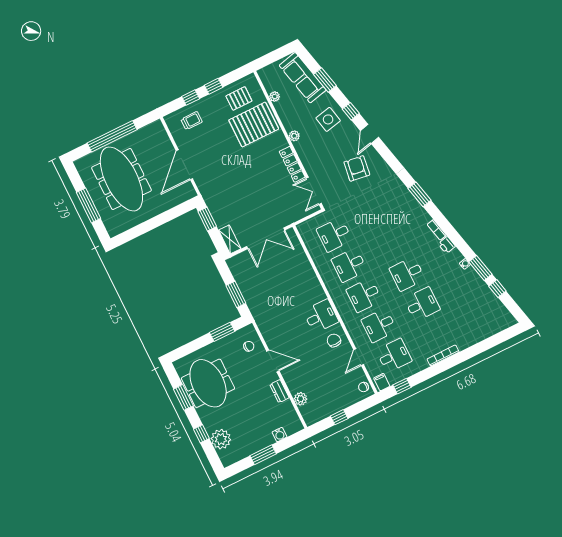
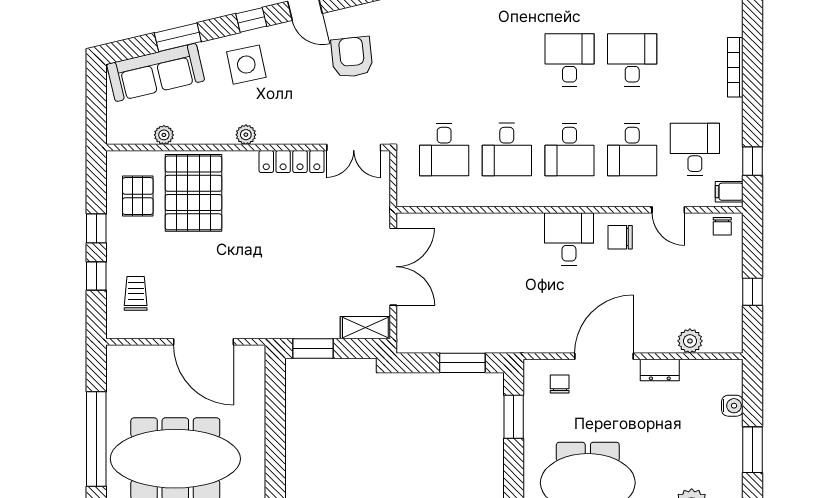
armchair: (357, 168) -> (352, 57), turned 76
desk: (407, 274) -> (570, 60), turned 180
door: (273, 361) -> (604, 356), width x1.36

